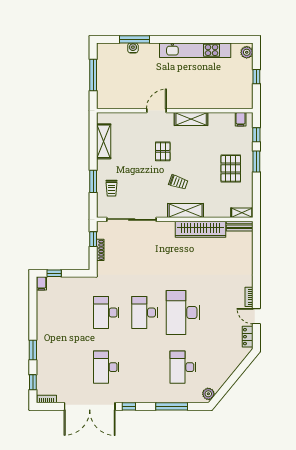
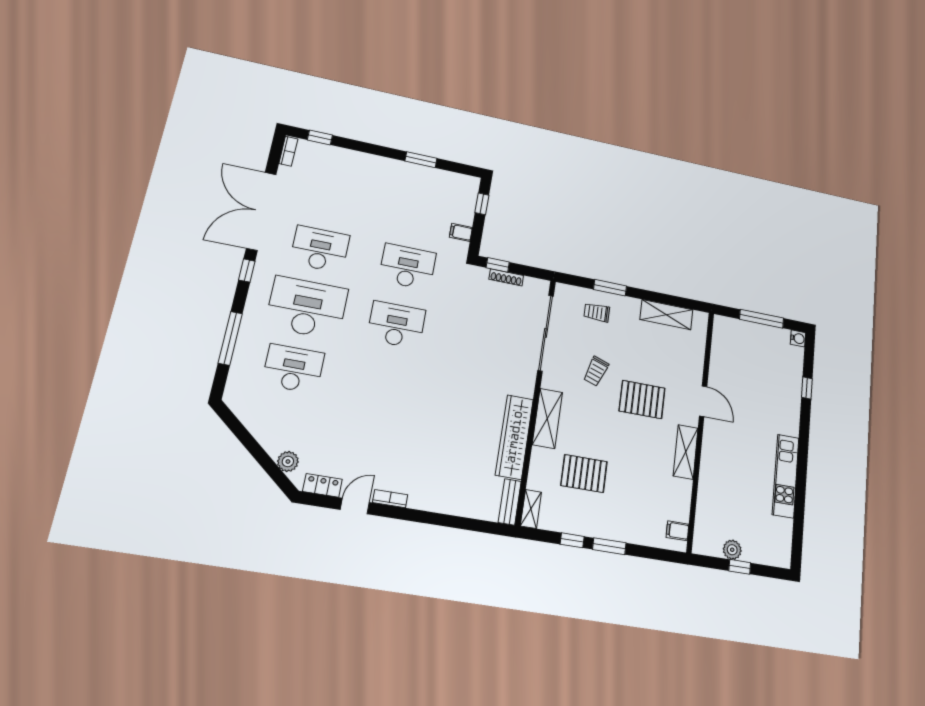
window: (134, 39) -> (807, 388), width x0.46
water cooler: (133, 48) -> (798, 338), moved
kitchen unit: (195, 50) -> (786, 476), width x0.73
plant: (247, 52) -> (732, 550), moved
window: (256, 135) -> (572, 540), moved
pallet: (163, 151) -> (642, 400), width x1.50, depth x1.42
pallet: (231, 168) -> (584, 474), moved
trolley: (178, 182) -> (596, 371), moved
window: (93, 239) -> (498, 265), moved
filing cabinet: (41, 283) -> (461, 232), moved
desk: (183, 312) -> (307, 308), moved
window: (33, 350) -> (421, 160), moved
plant: (208, 394) -> (288, 461), moved

